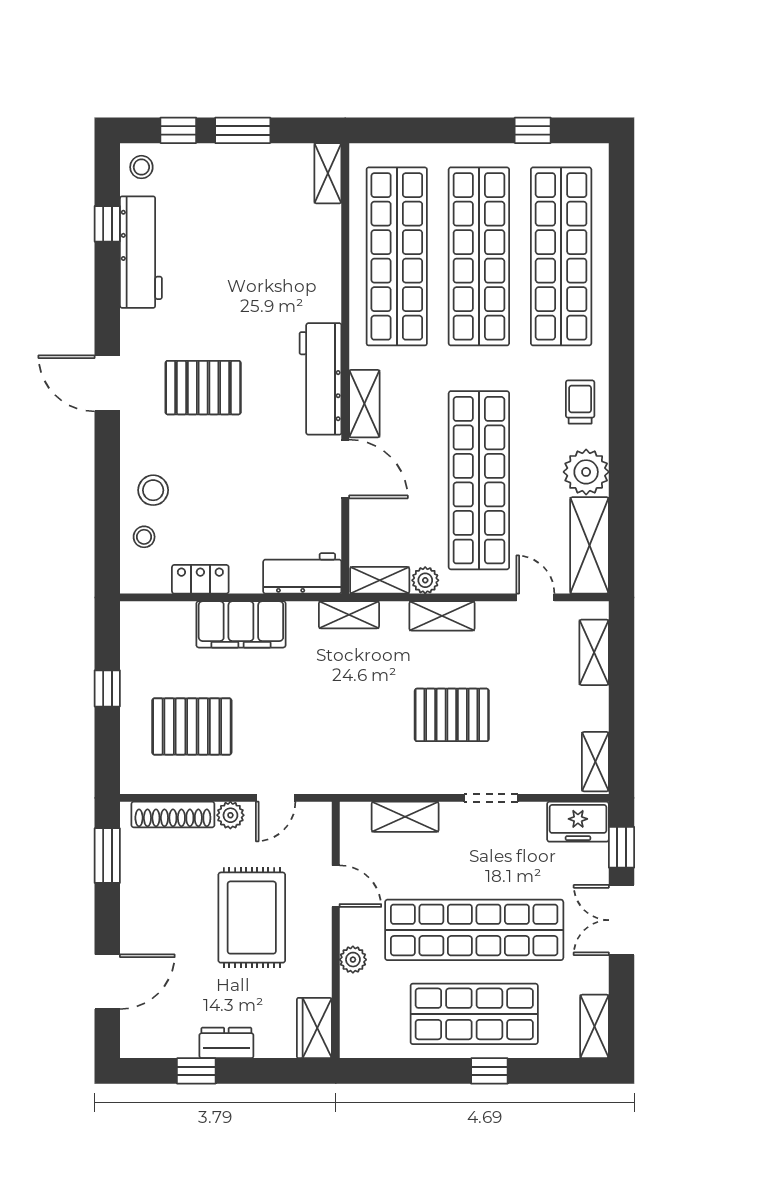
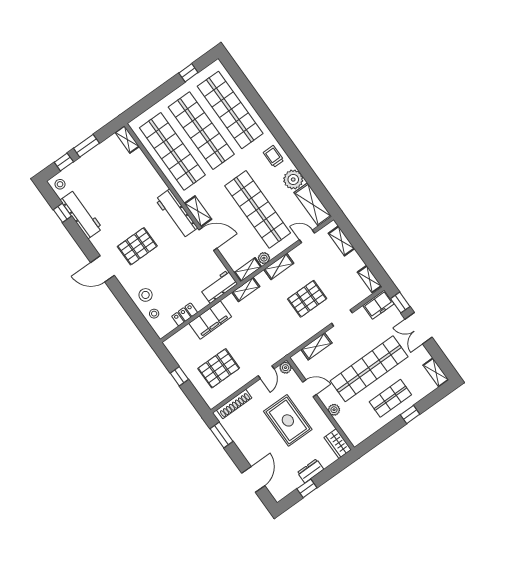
plant: (230, 815) -> (286, 368), moved
shop shelf: (474, 1014) -> (390, 398), width x0.70, depth x0.74

